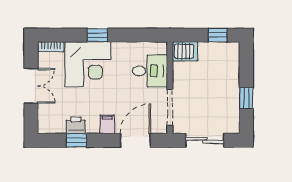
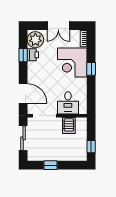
server rack: (185, 51) -> (69, 126), moved
plant: (53, 121) -> (35, 40), added
filing cabinet: (107, 124) -> (33, 75), removed

